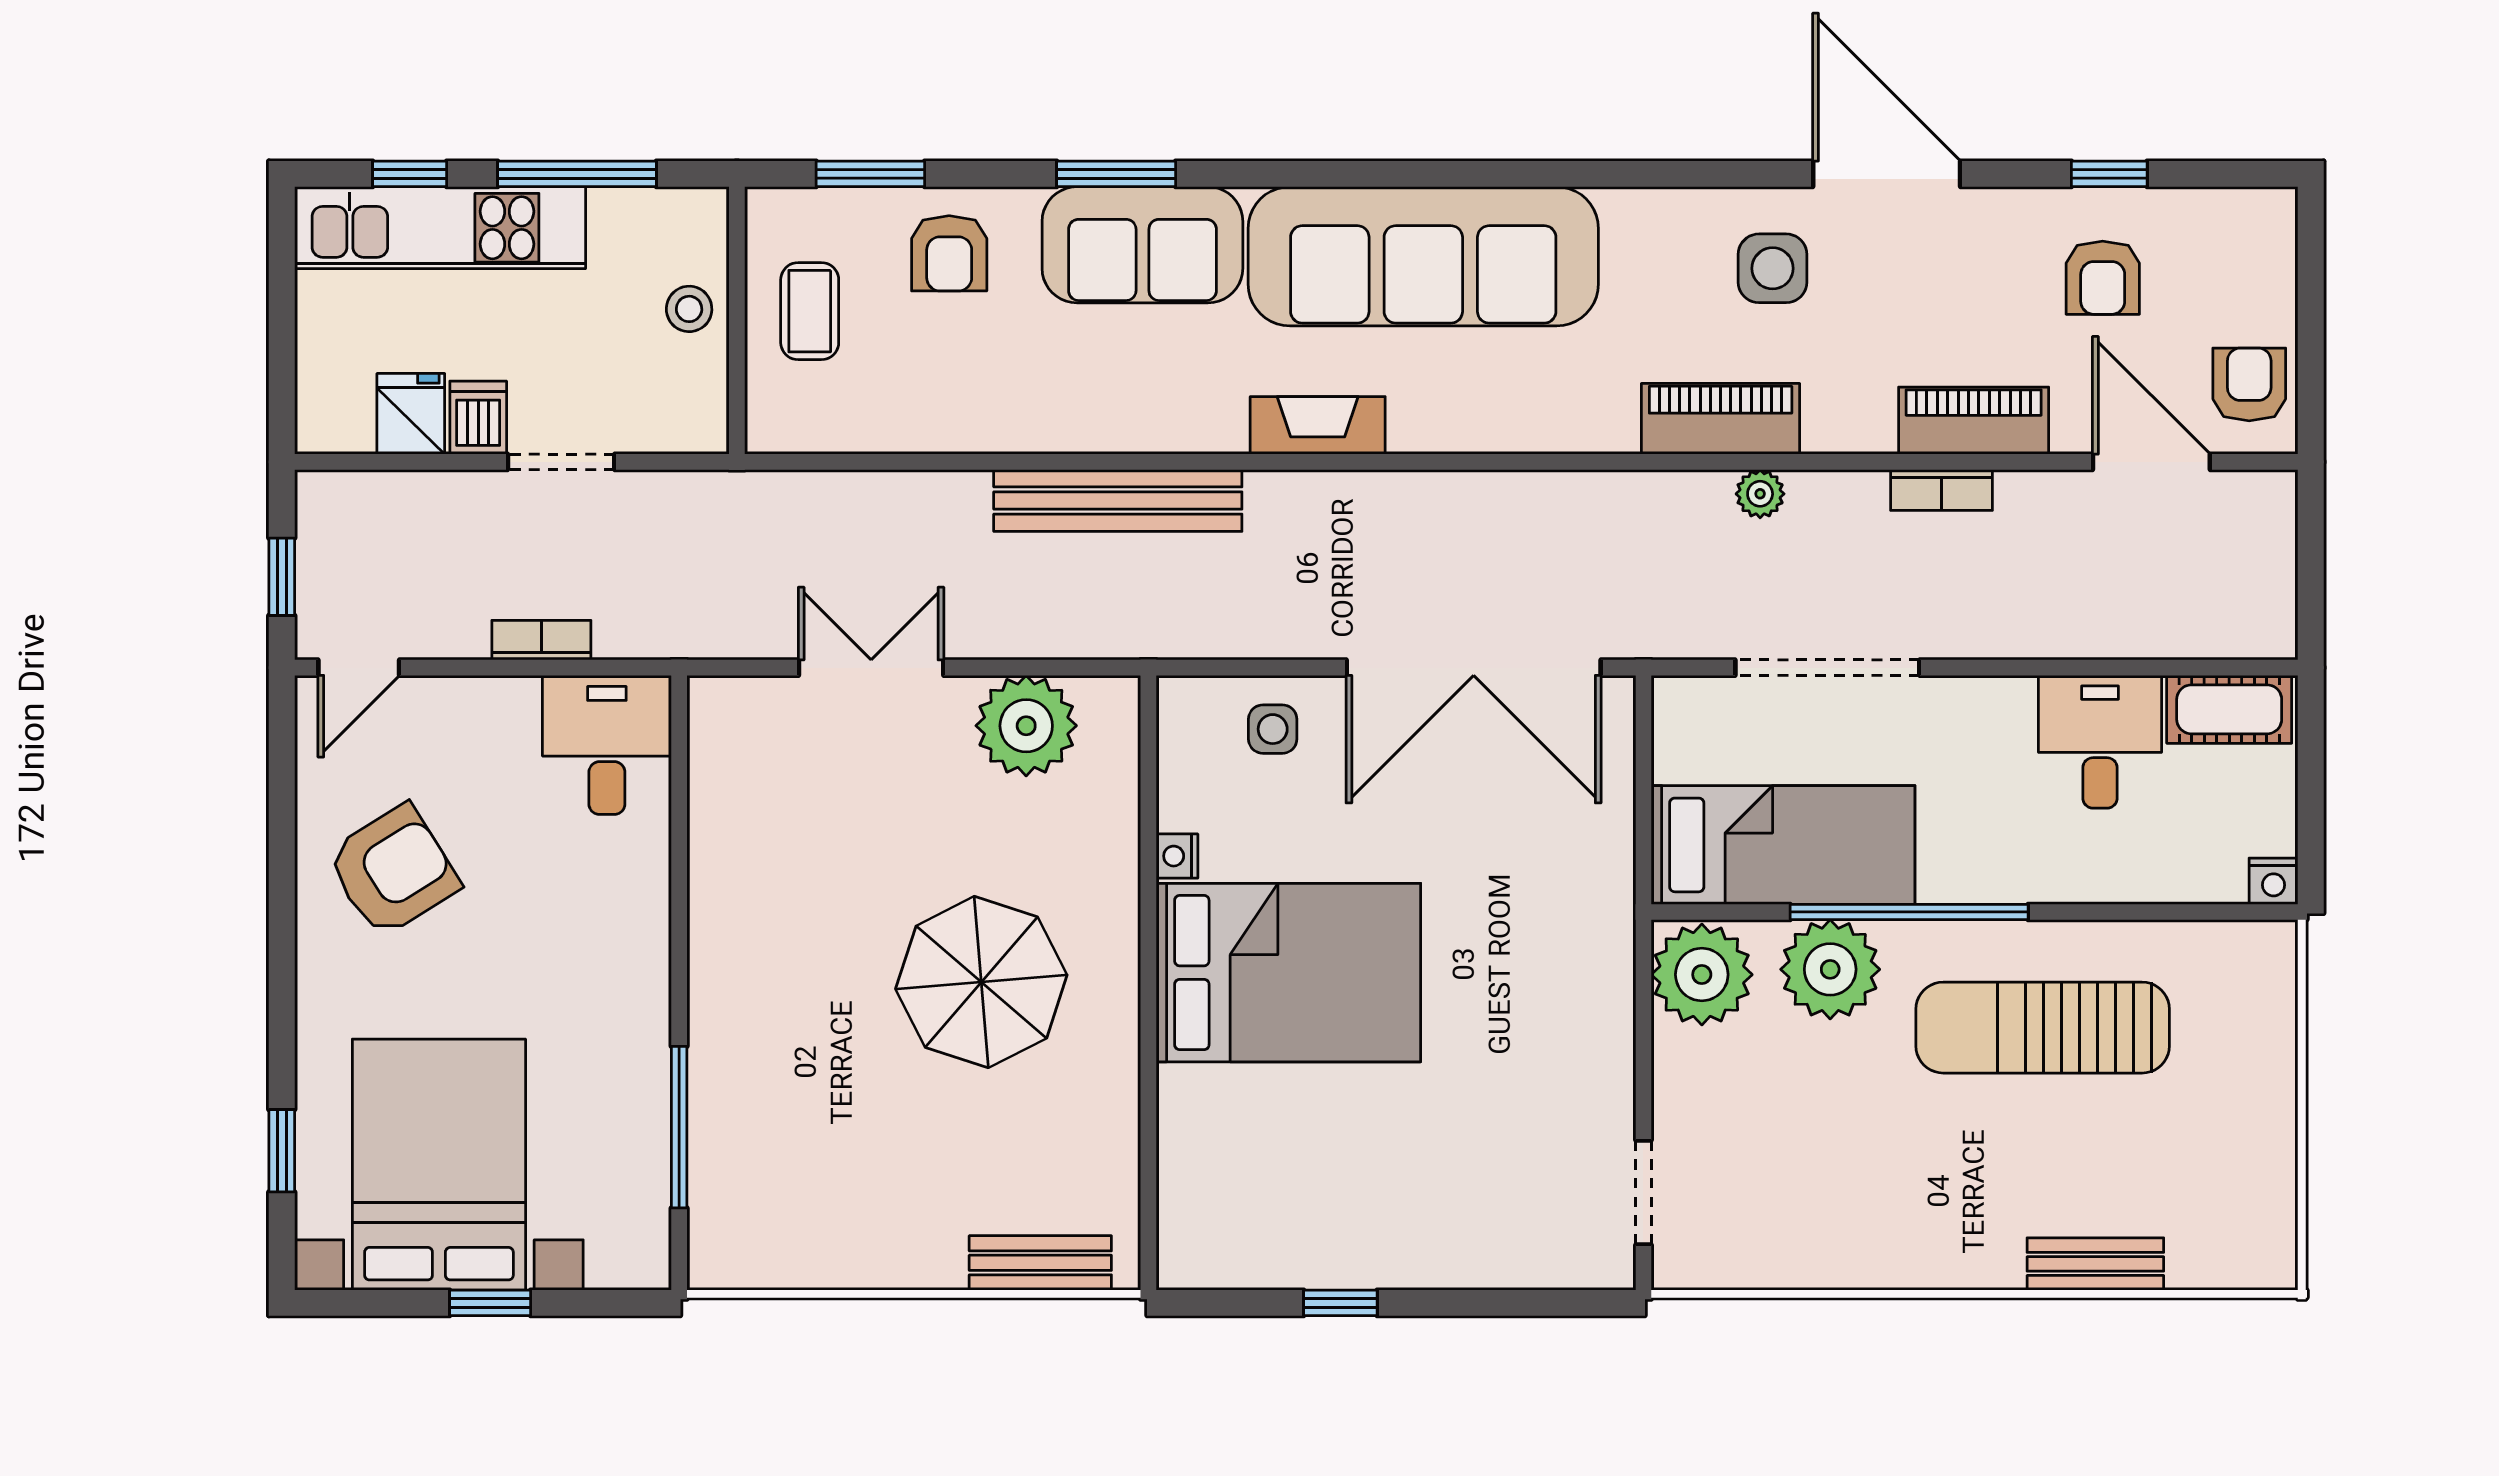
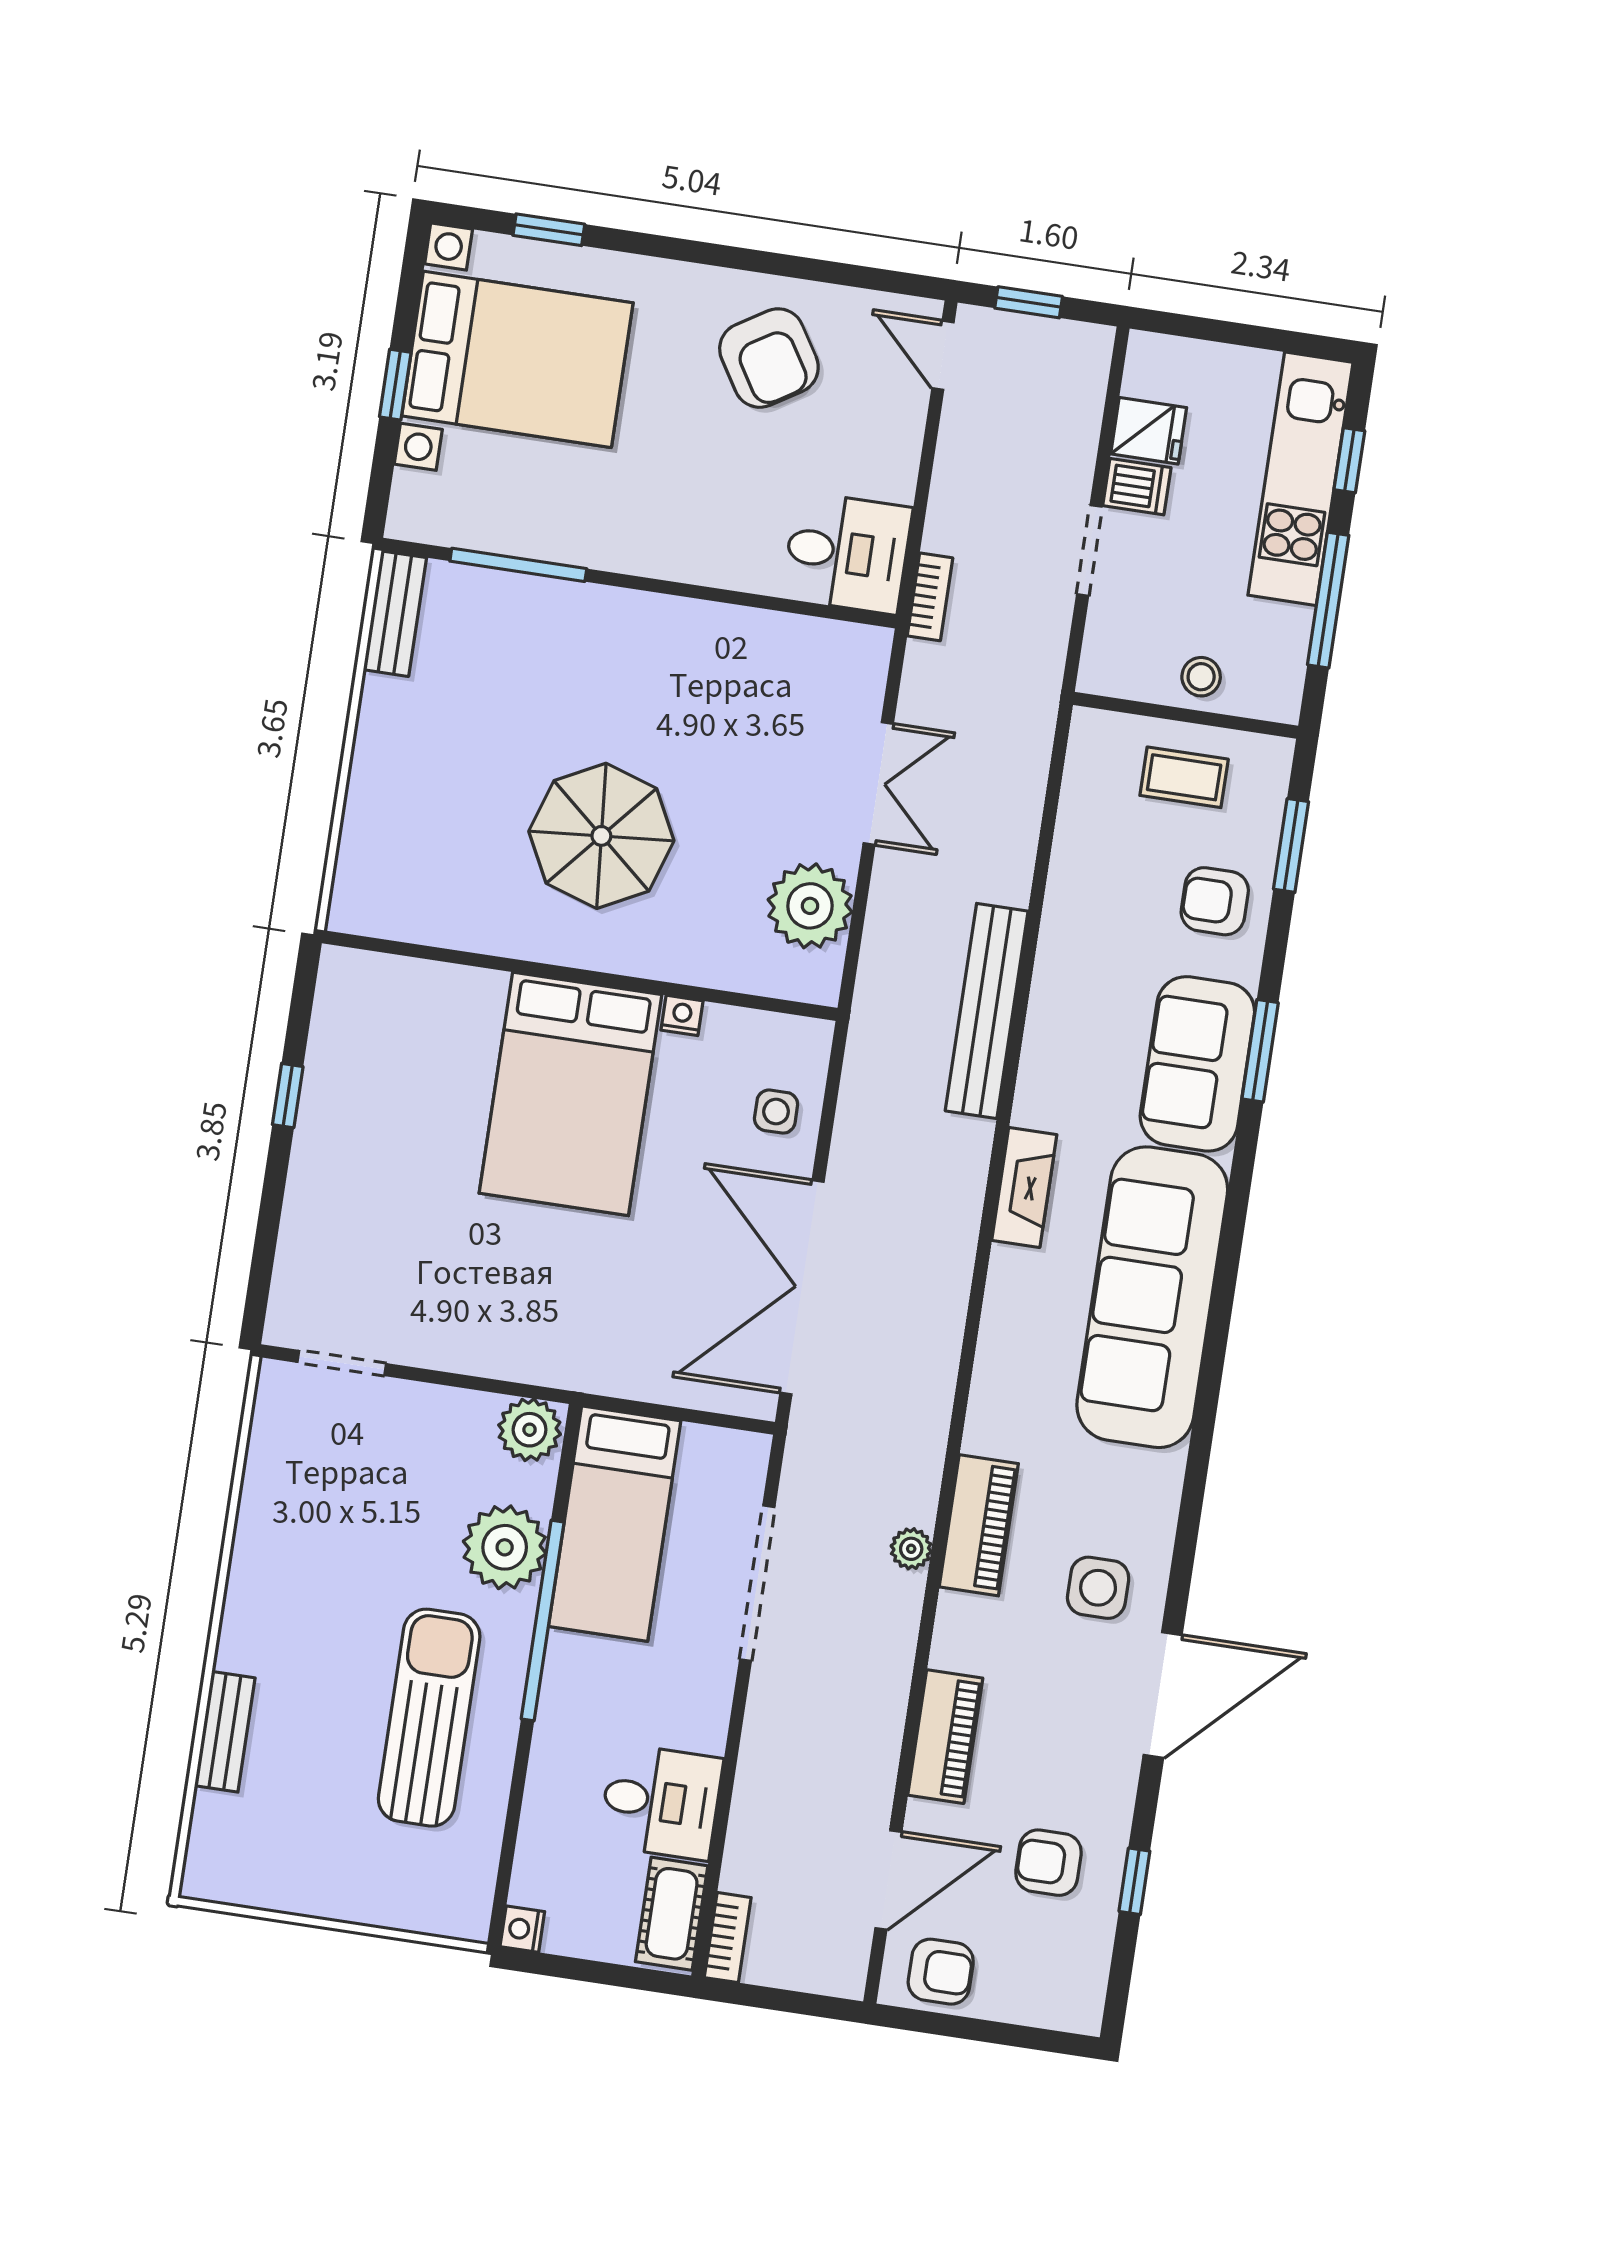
bookcase: (1942, 490) -> (728, 1938), moved, turned 180
bookcase: (541, 640) -> (930, 597), moved
plant: (1702, 975) -> (530, 1430), width x0.73, depth x0.73
bench: (1040, 1263) -> (395, 614), moved

